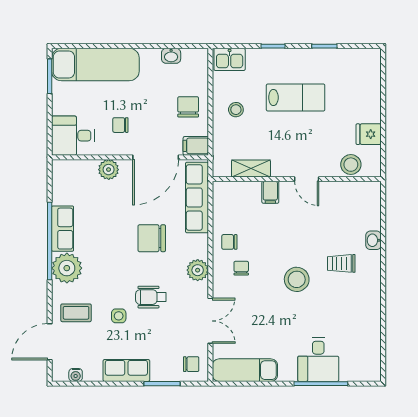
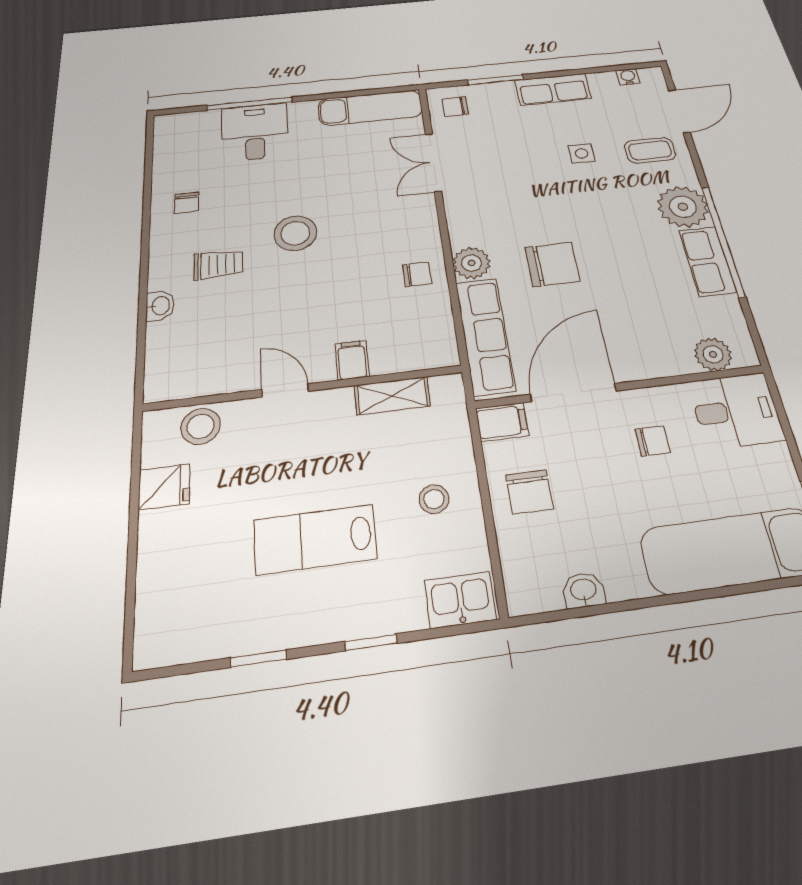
plant: (109, 170) -> (713, 354), moved
chair: (241, 268) -> (187, 203), moved
plant: (198, 270) -> (472, 263), moved
wheelchair: (151, 297) -> (536, 183), removed

